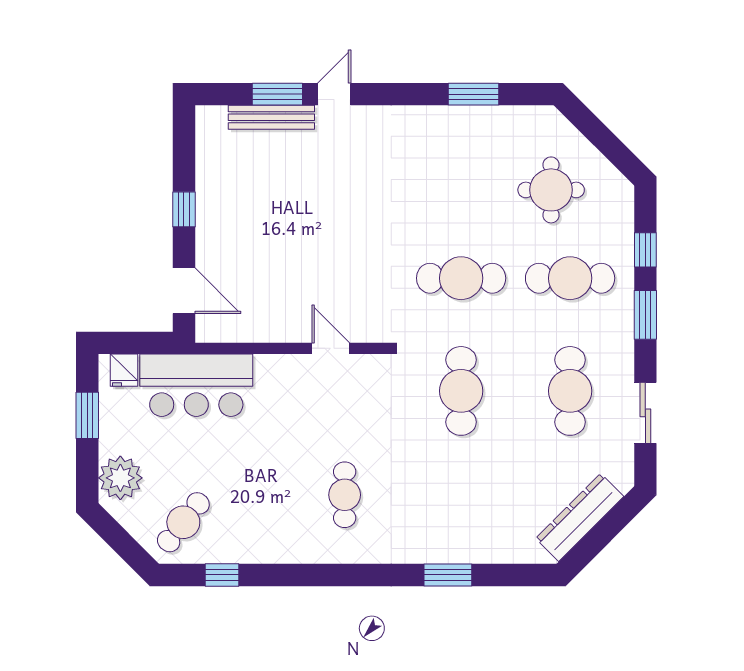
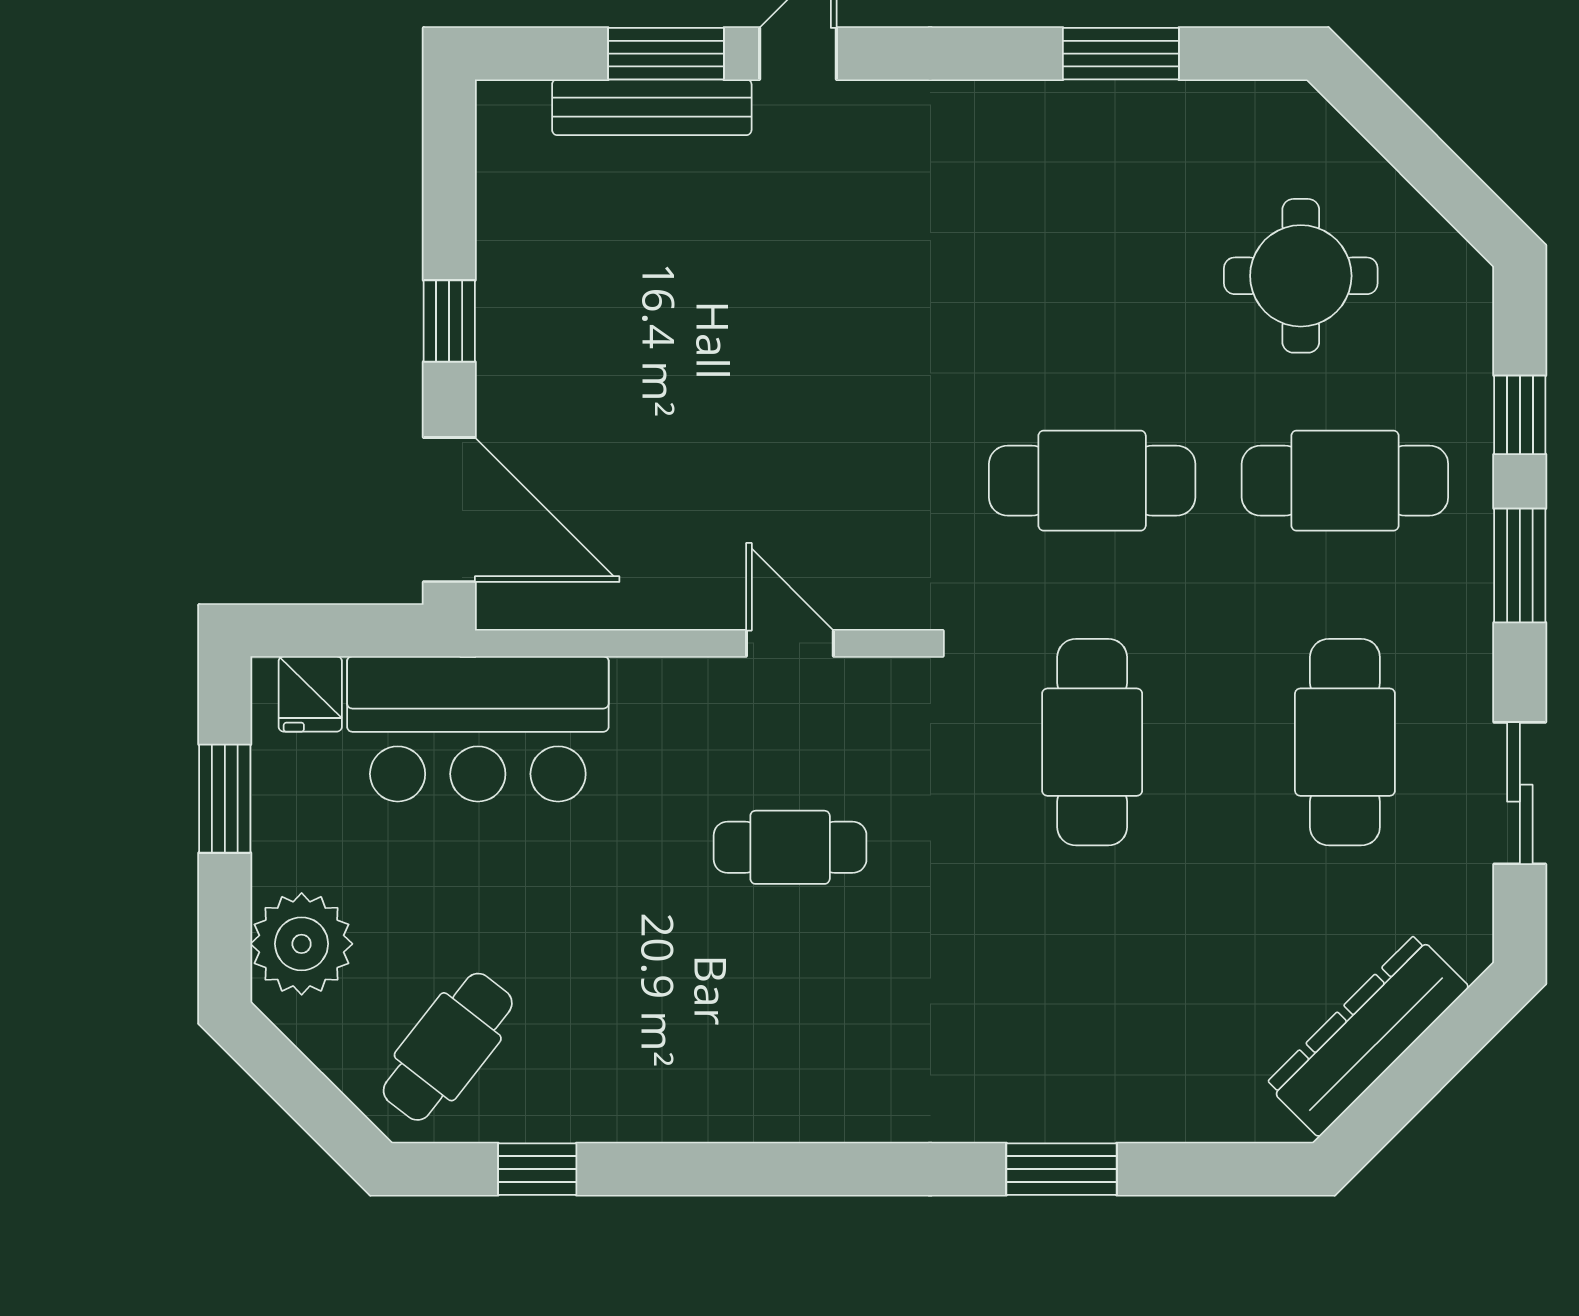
door: (184, 291) -> (449, 510), width x1.36
cafe table: (345, 495) -> (790, 847), moved, turned 90

